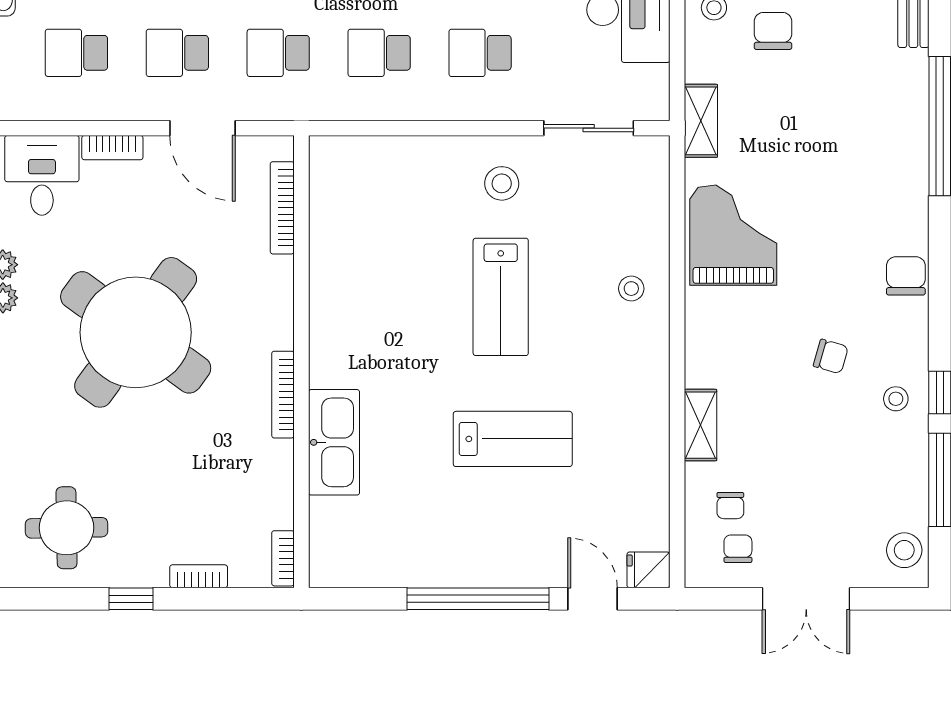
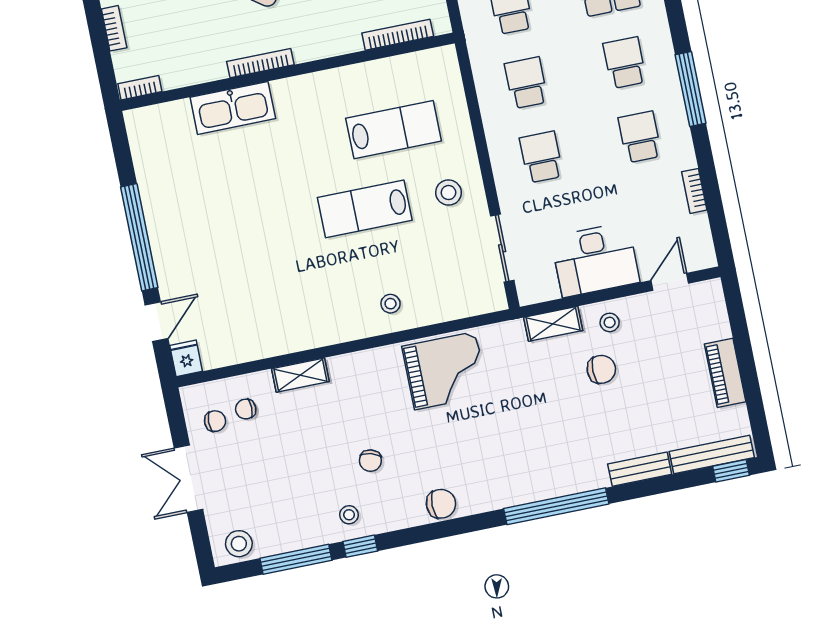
shelving: (701, 121) -> (553, 324), moved
lab bench: (513, 439) -> (394, 130), moved, turned -90

